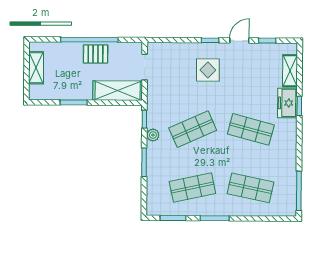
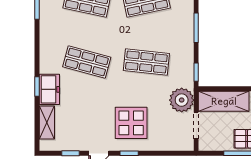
display table: (208, 70) -> (131, 123), width x1.36, depth x1.36
shop shelf: (193, 129) -> (146, 62), turned 30
plant: (153, 135) -> (182, 100), moved, width x1.88, depth x1.88

